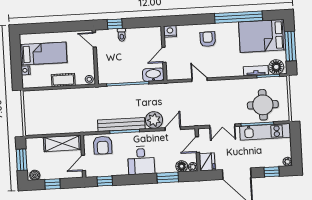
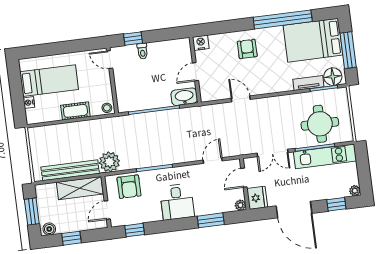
plant: (154, 120) -> (109, 162), moved
bench: (121, 125) -> (70, 170), moved
floor lamp: (182, 166) -> (227, 205), removed

